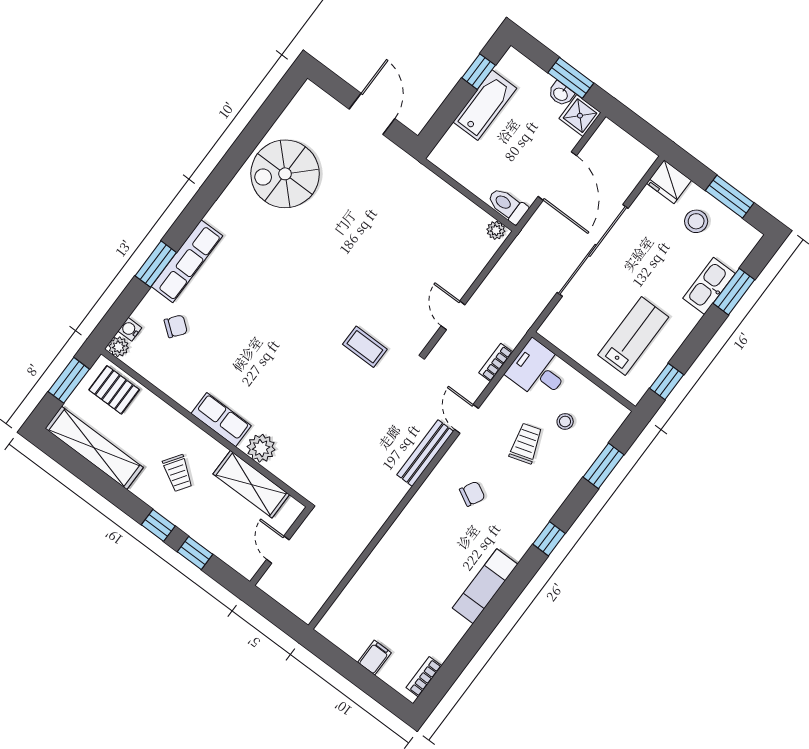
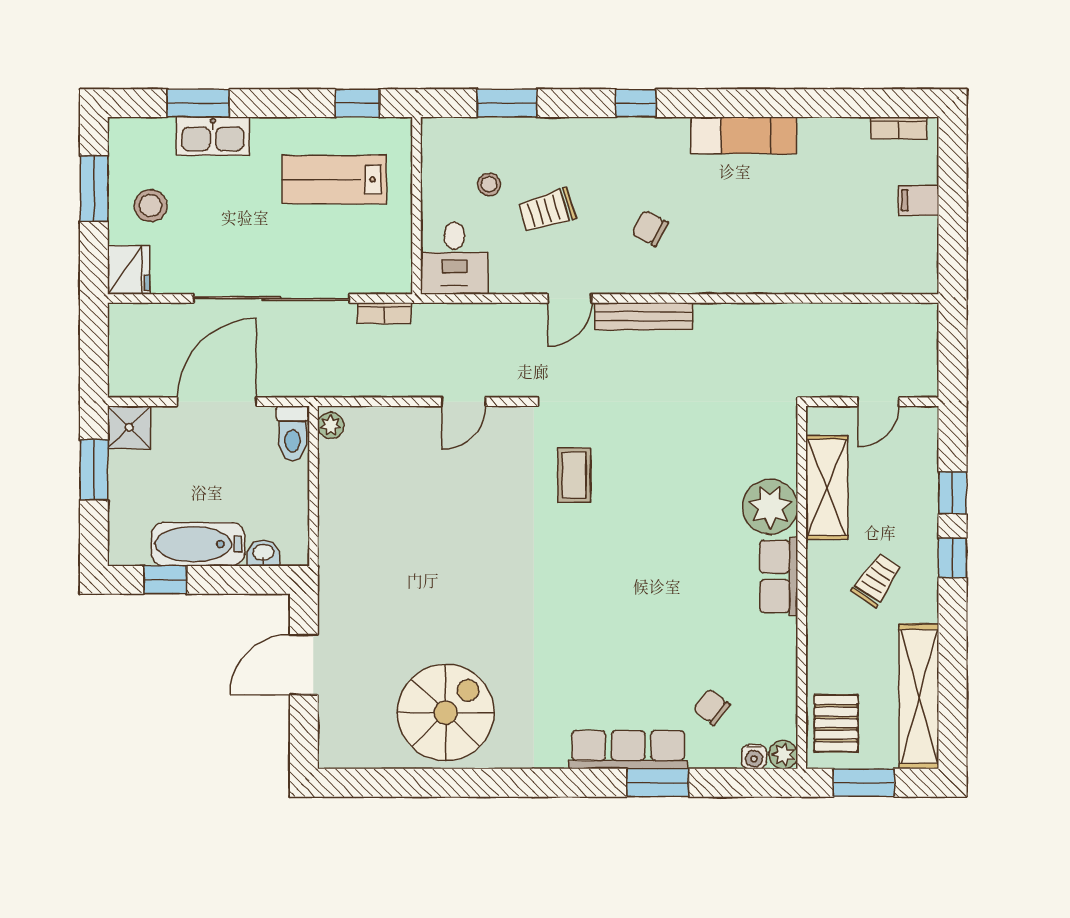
washbasin: (561, 94) -> (263, 553), moved, turned -90
spiral stairs: (285, 174) -> (446, 713), turned -90
bookcase: (496, 362) -> (384, 313), moved
plant: (261, 448) -> (770, 507), width x1.36, depth x1.36

